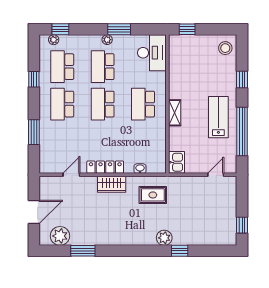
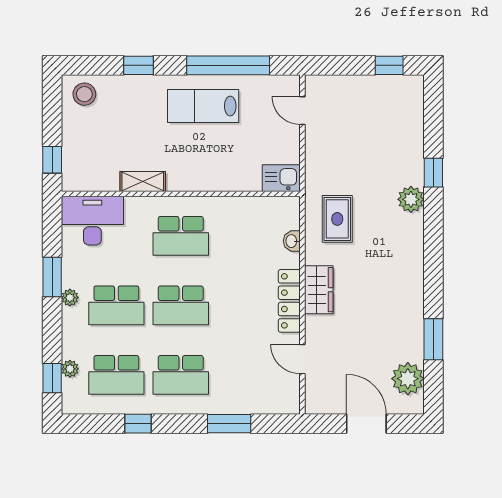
plant: (54, 40) -> (70, 369), moved
shelving: (175, 113) -> (143, 181), moved

